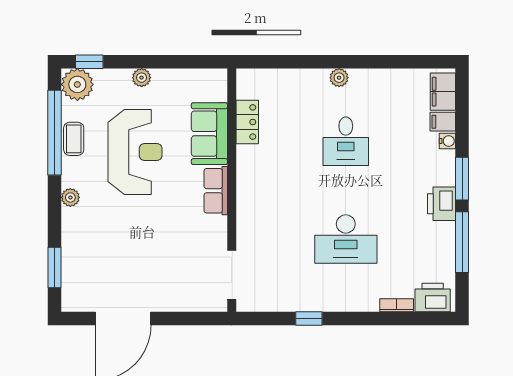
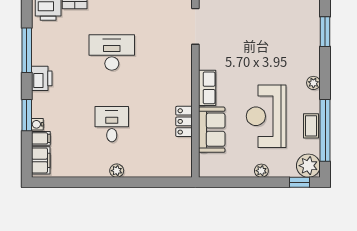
locker: (247, 122) -> (184, 121), moved
window: (462, 179) -> (27, 115), moved

